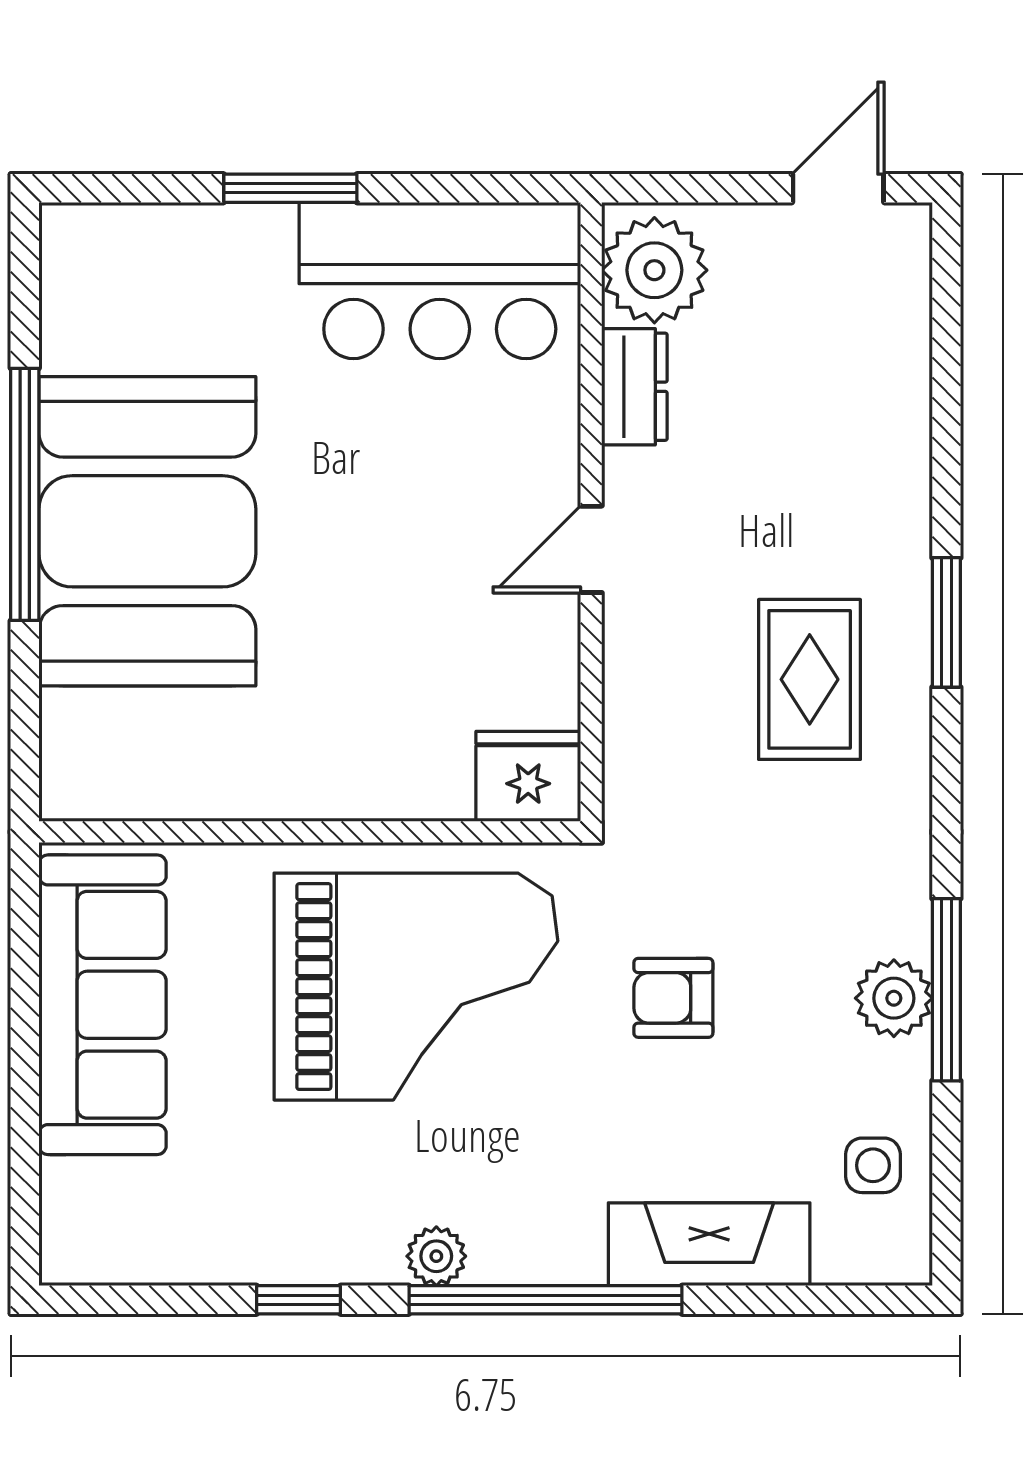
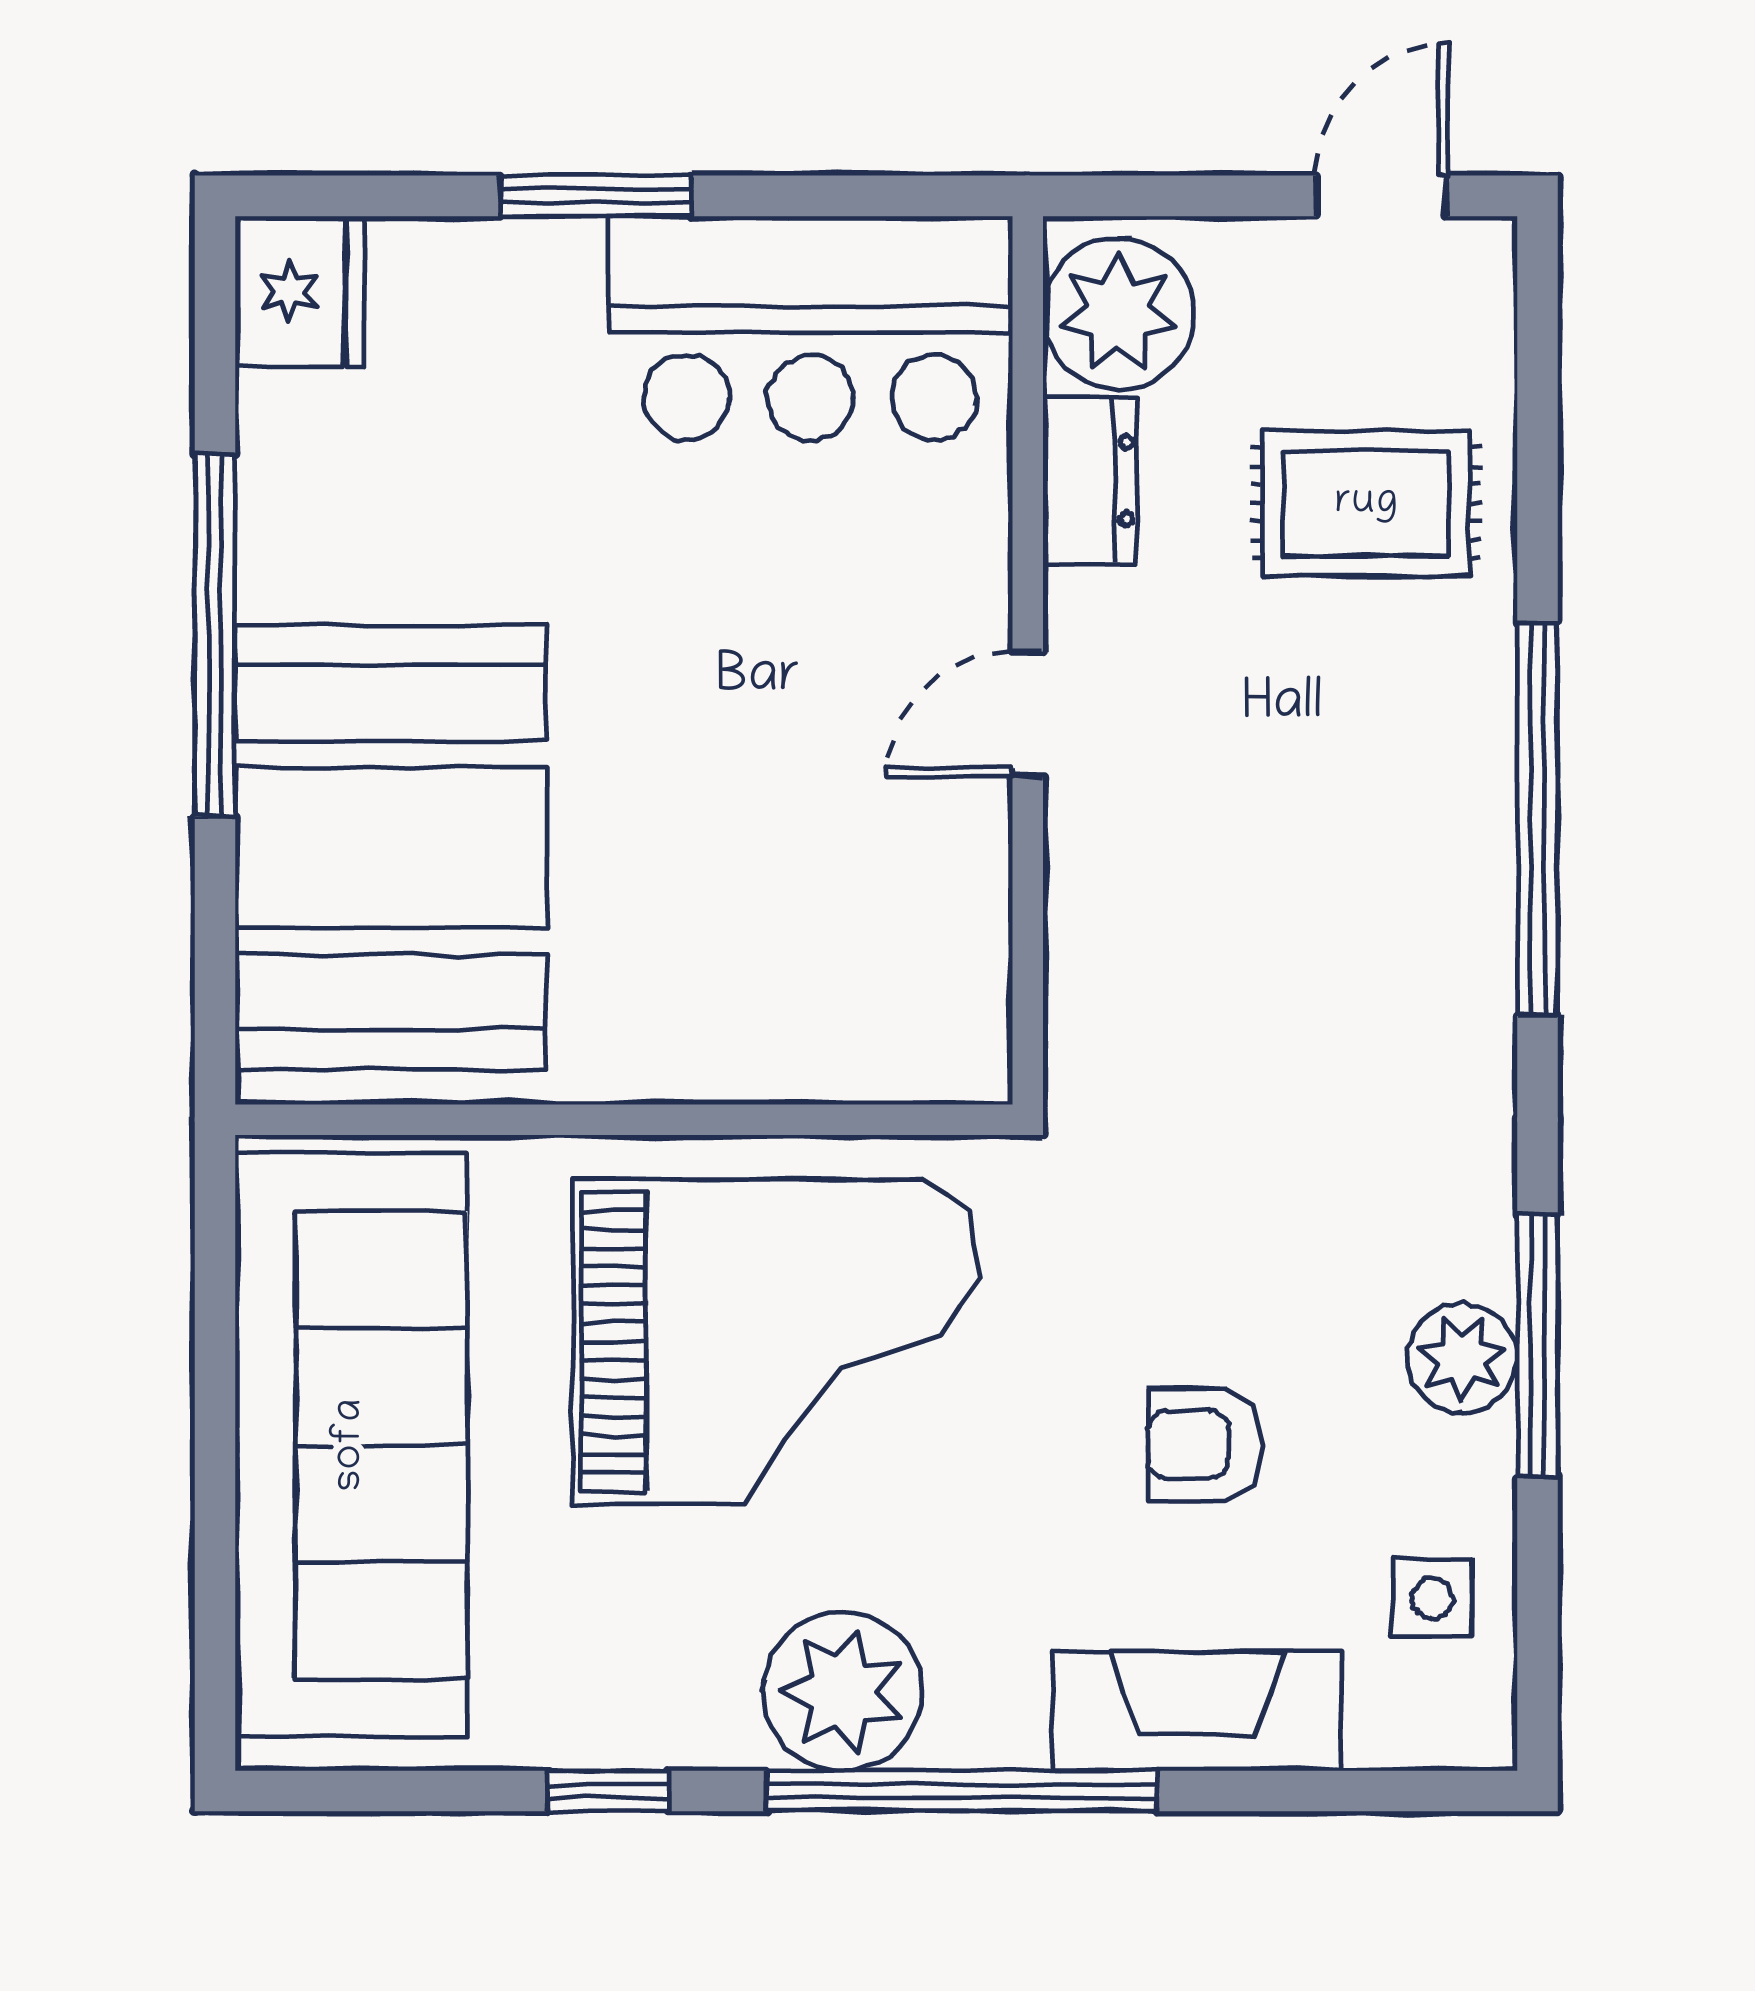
booth: (147, 531) -> (391, 848), moved
window: (946, 622) -> (1537, 819), width x2.11
rug: (810, 679) -> (1366, 503), moved, turned 90
fridge: (528, 776) -> (300, 291), moved, turned 90
armchair: (673, 998) -> (1204, 1445), moved
sofa: (103, 1005) -> (351, 1445), width x1.36, depth x1.27
plant: (436, 1256) -> (843, 1691), width x1.87, depth x1.87

